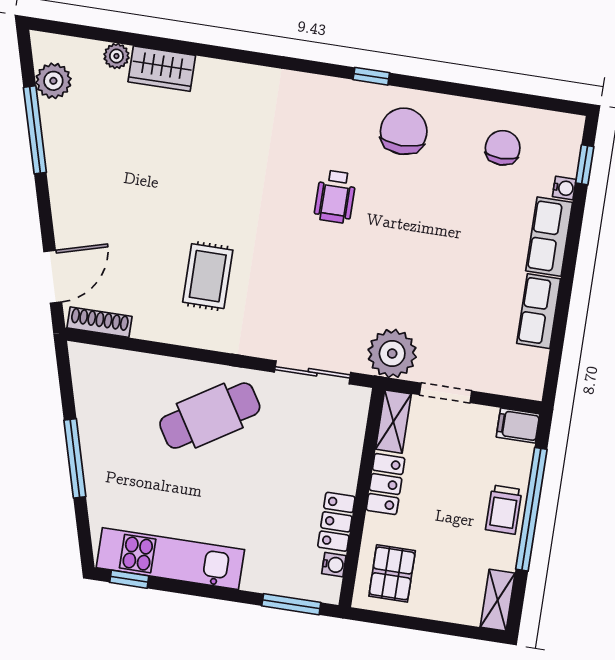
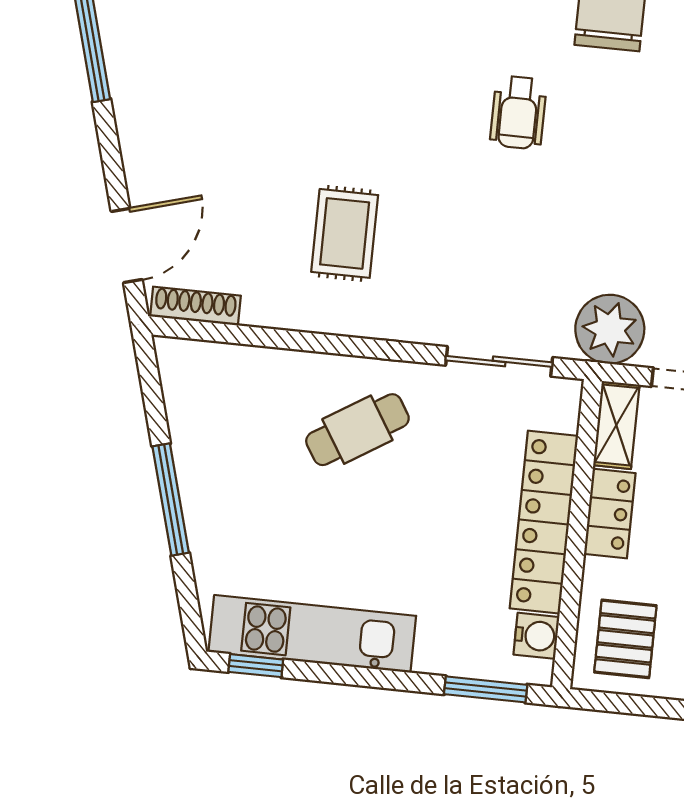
cafe table: (210, 416) -> (357, 430), width x0.73, depth x0.74
locker: (336, 522) -> (544, 522), width x2.16, depth x1.21
water cooler: (334, 565) -> (536, 636), width x1.38, depth x1.38

